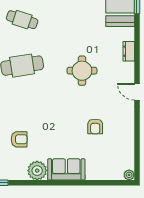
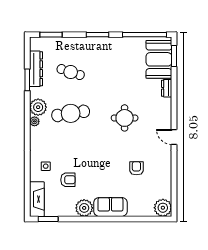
dresser: (129, 51) -> (167, 88), moved
armchair: (95, 126) -> (136, 168), turned 180
plant: (129, 175) -> (163, 208), width x1.87, depth x1.87

